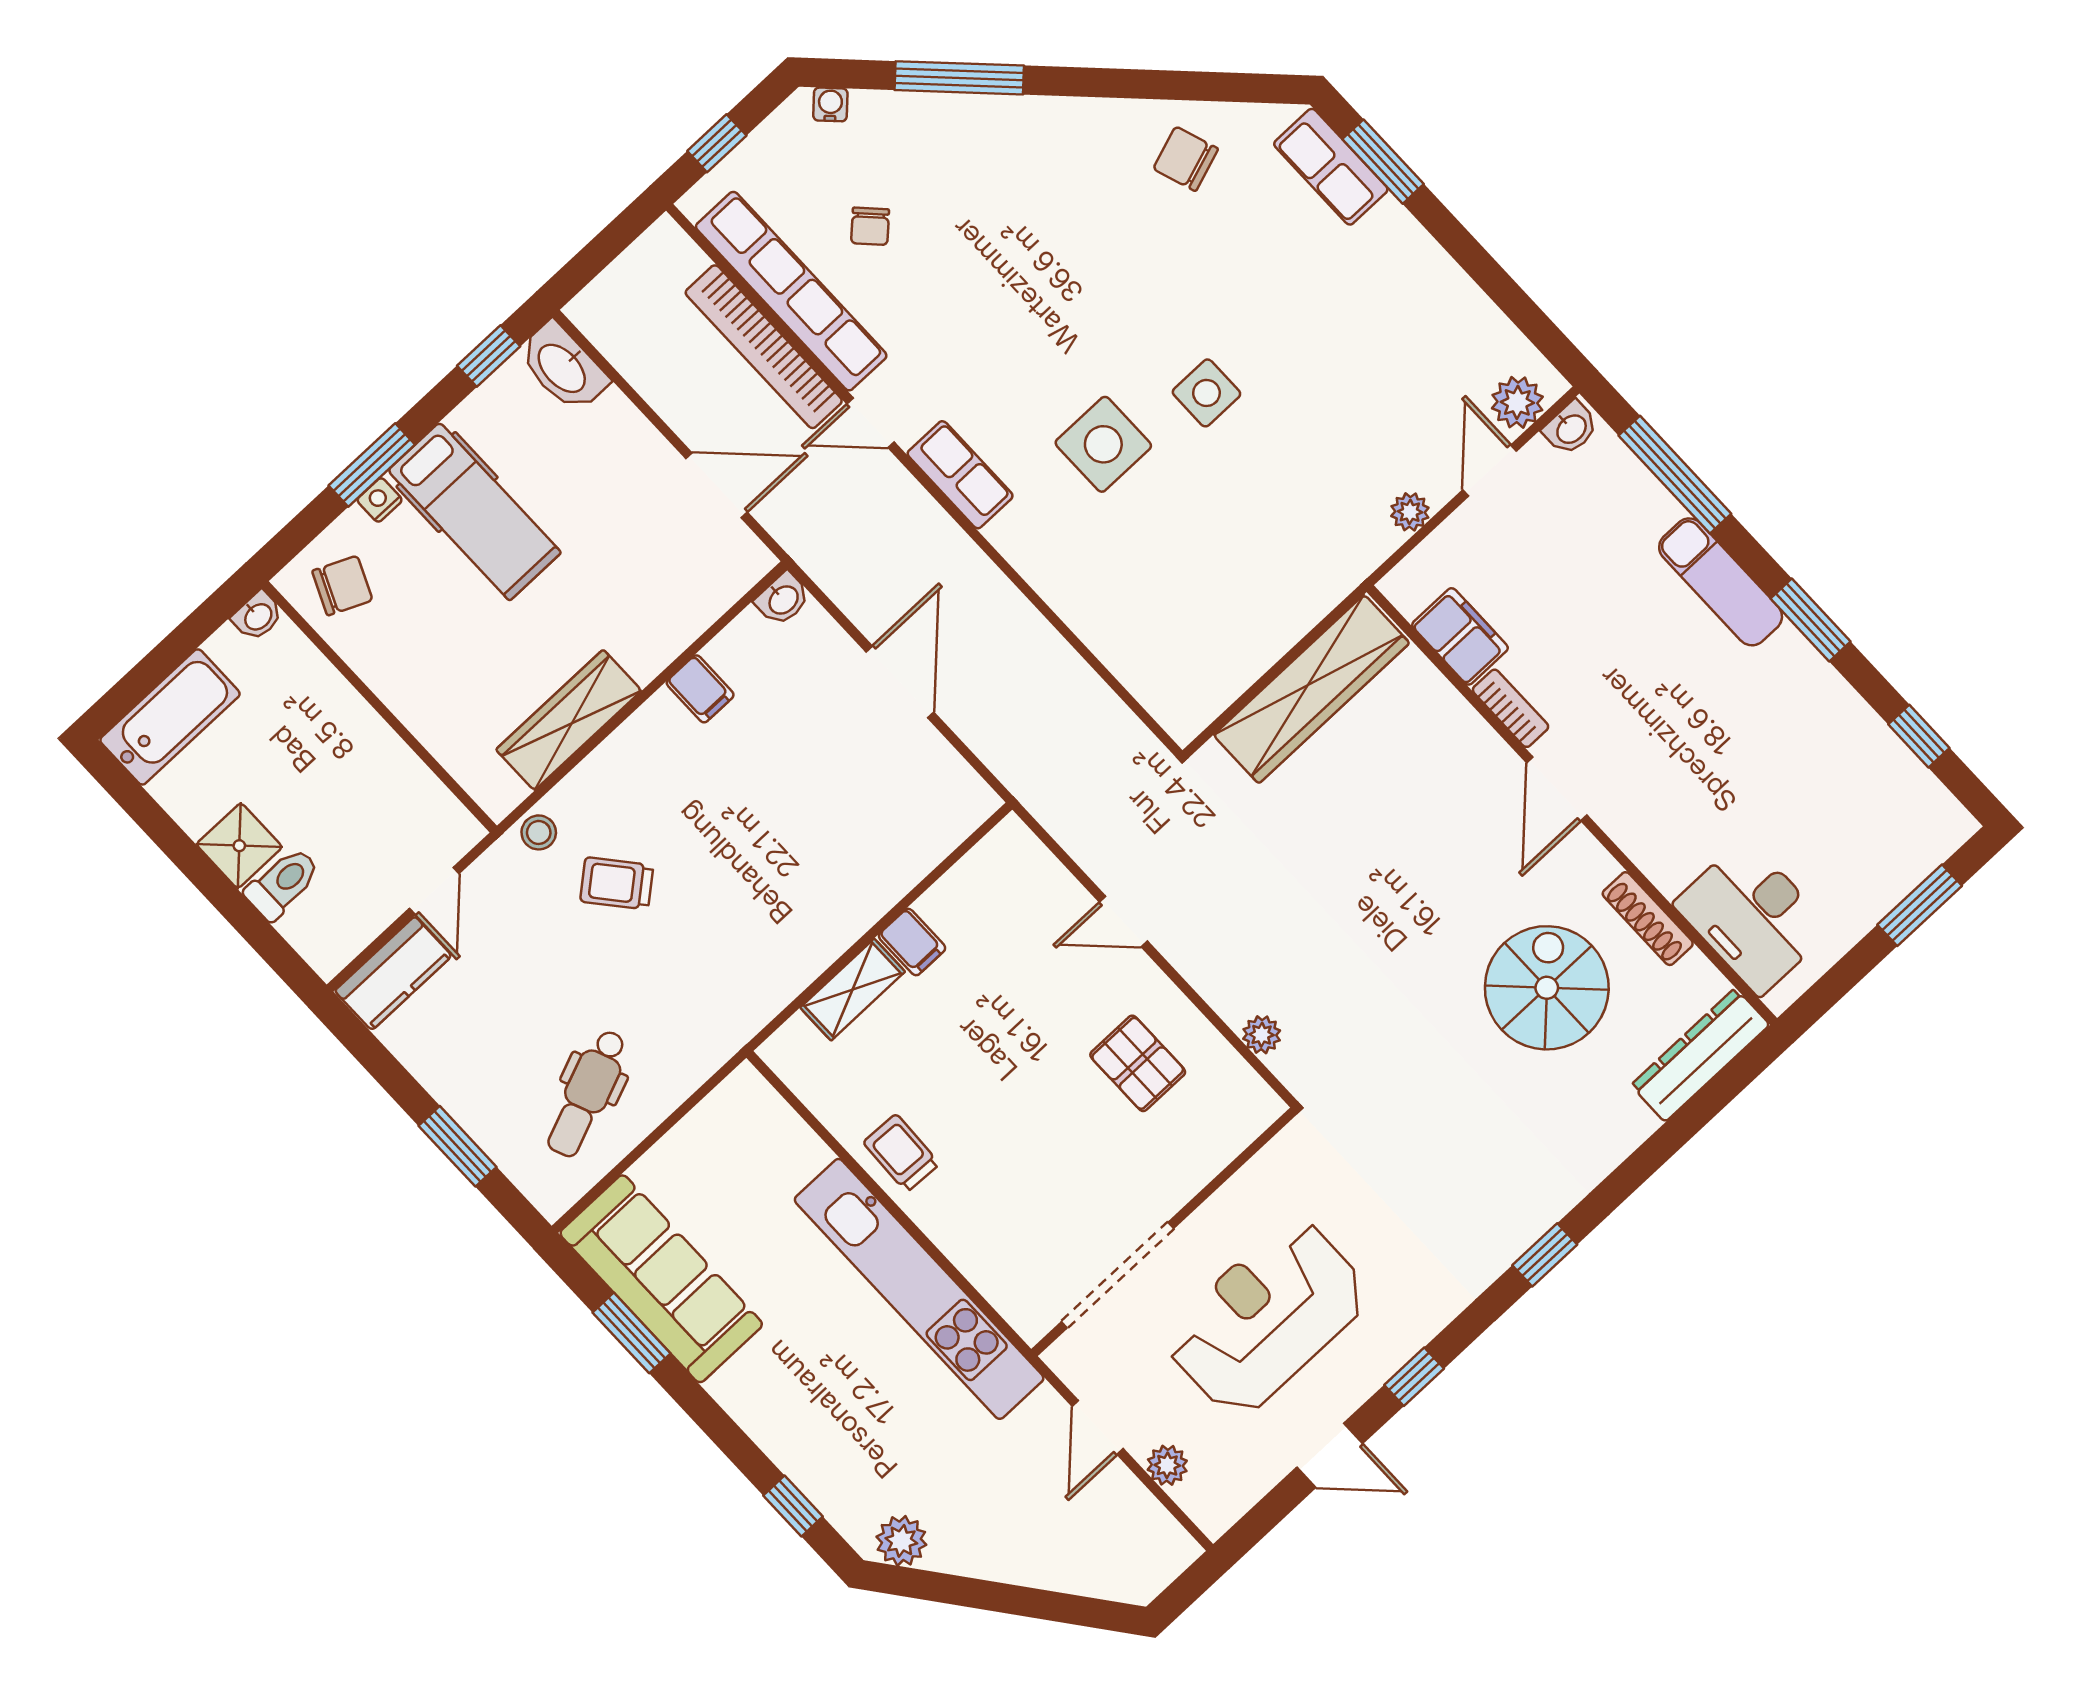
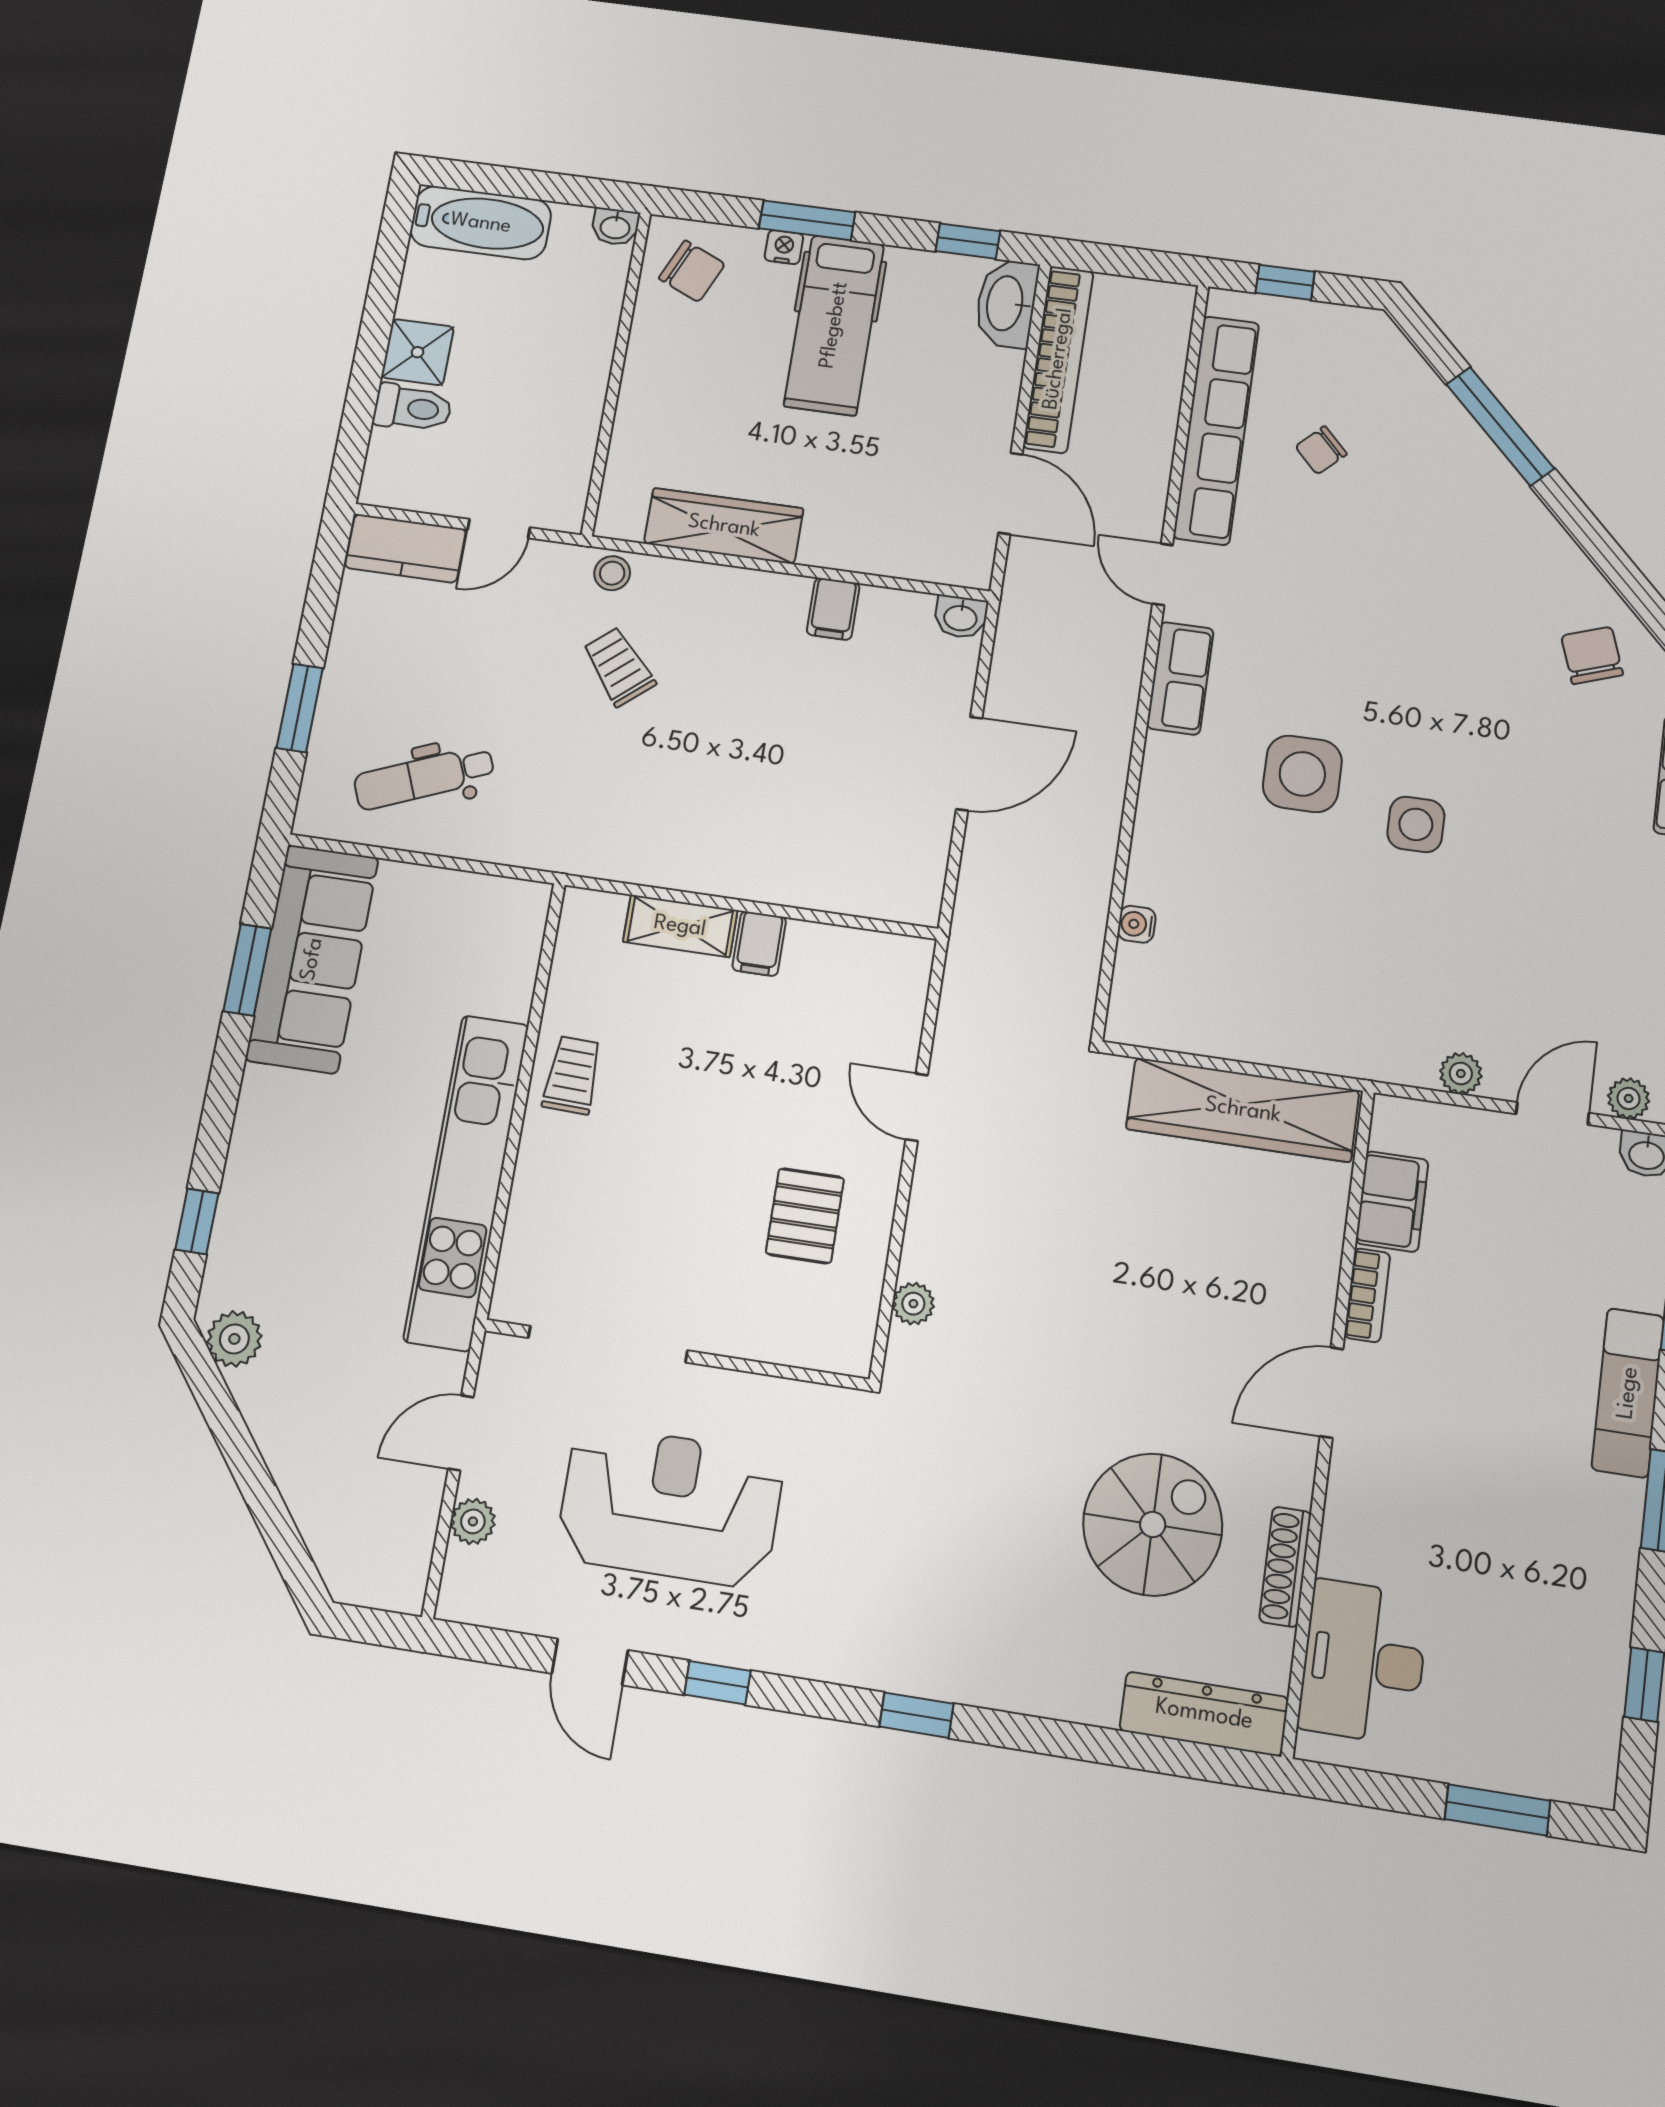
water cooler: (830, 104) -> (1137, 924), moved, turned -135
bookcase: (764, 347) -> (1058, 359), moved, turned 180
plant: (1517, 402) -> (1629, 1098), width x0.73, depth x0.73

